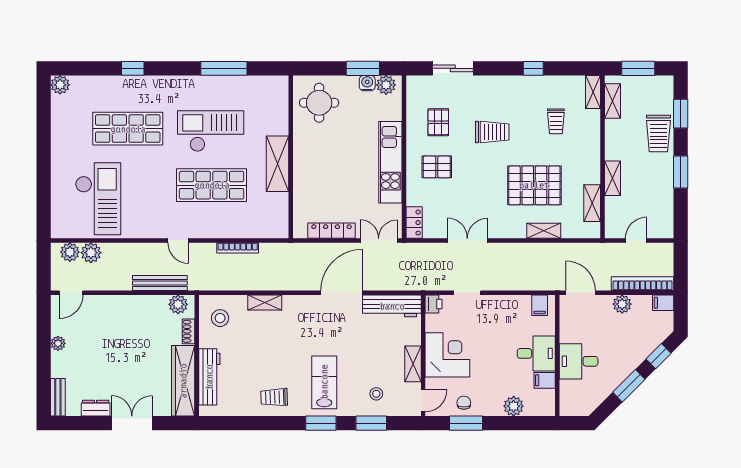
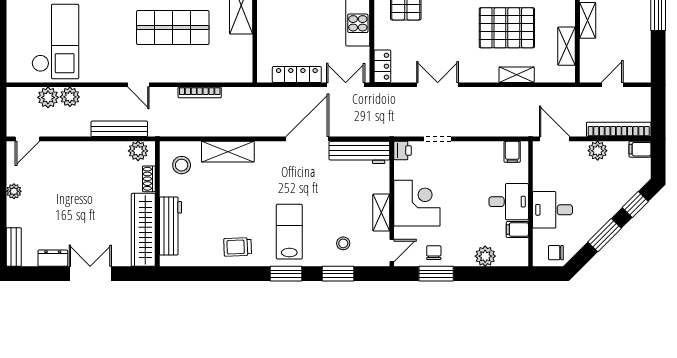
plant: (70, 252) -> (70, 97), moved
shelving: (265, 302) -> (228, 152), width x1.50, depth x1.33
chair: (582, 403) -> (556, 253), added

